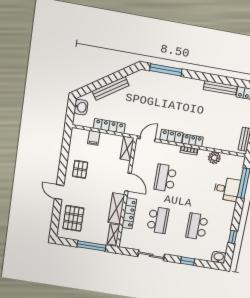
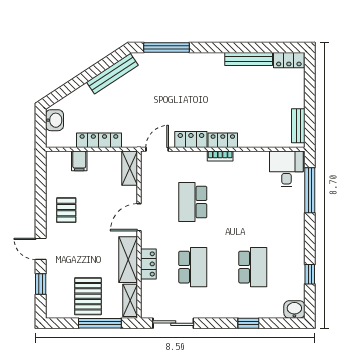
bench: (111, 88) -> (112, 74), moved
plant: (214, 158) -> (259, 160), removed
door: (128, 182) -> (139, 217), swing flipped
desk: (227, 189) -> (286, 169), moved, turned -90
locker: (129, 213) -> (148, 264), width x0.66
window: (56, 215) -> (41, 284), added
pallet: (73, 218) -> (88, 296), moved
school desk: (197, 226) -> (253, 267), turned 180
sliding door: (151, 255) -> (173, 323), moved

